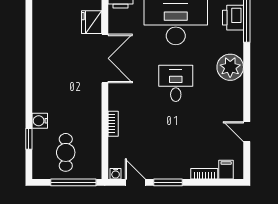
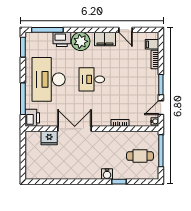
printer: (233, 18) -> (62, 39), moved
filing cabinet: (234, 102) -> (105, 39), added
water cooler: (40, 121) -> (107, 174), moved
door: (247, 132) -> (126, 30), hinge flipped
window: (29, 139) -> (119, 182), moved

